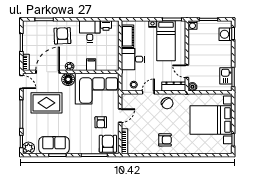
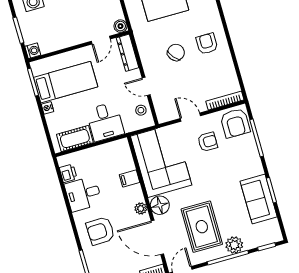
chair: (167, 103) -> (176, 52), moved
armchair: (108, 144) -> (235, 123), turned -90
plant: (28, 148) -> (234, 245), moved

